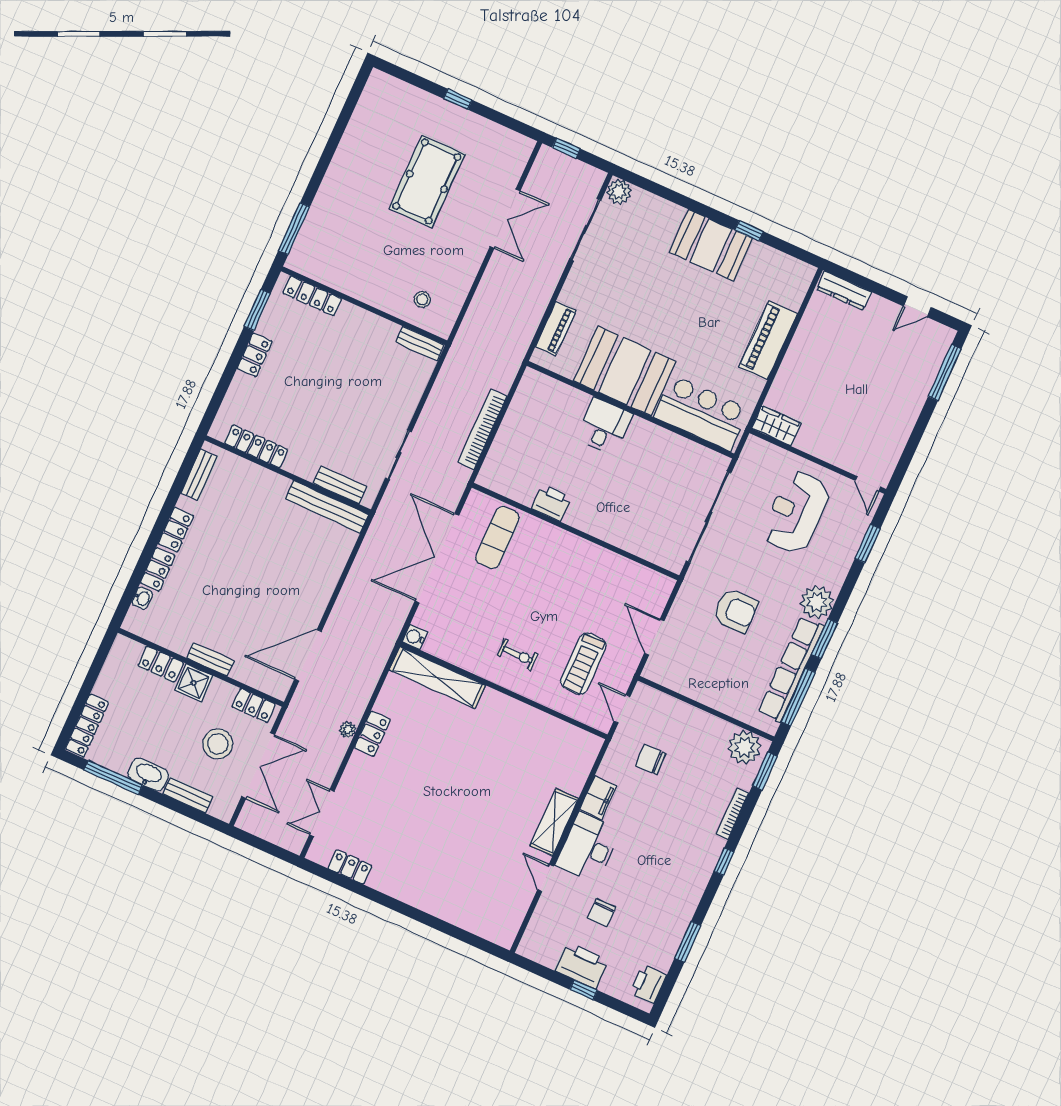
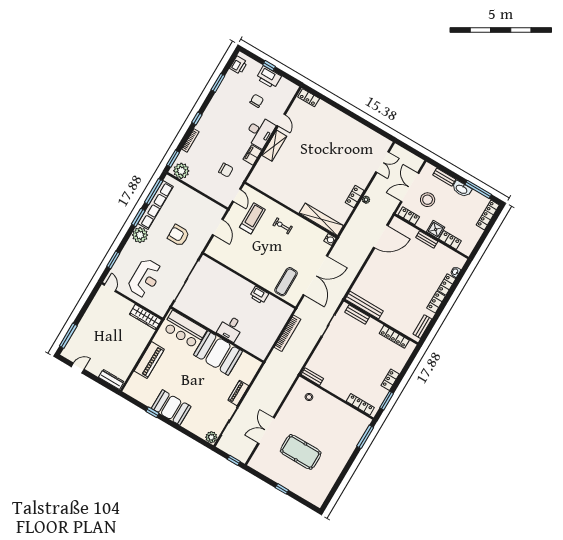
pool table: (427, 181) -> (301, 452), turned 90
piano: (556, 329) -> (238, 393), moved
wardrobe: (776, 426) -> (145, 317), width x1.50
locker: (350, 867) -> (309, 98), moved

